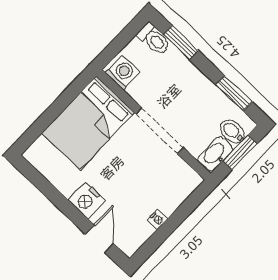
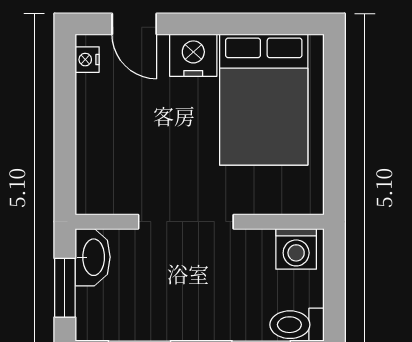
bed: (88, 123) -> (264, 100), moved, turned 180
bidet: (233, 132) -> (97, 304), removed
nightstand: (157, 219) -> (87, 60), moved

